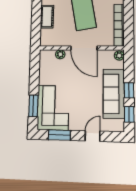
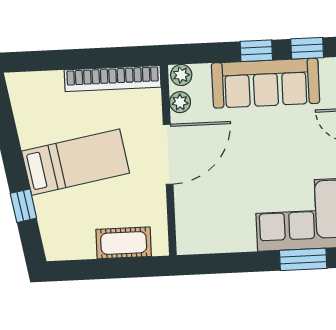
cot: (47, 17) -> (124, 243), moved
plant: (60, 54) -> (180, 102), moved

